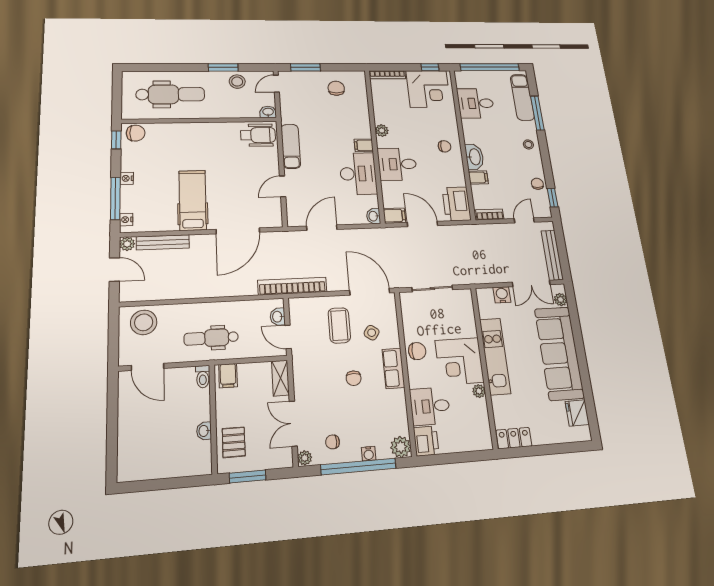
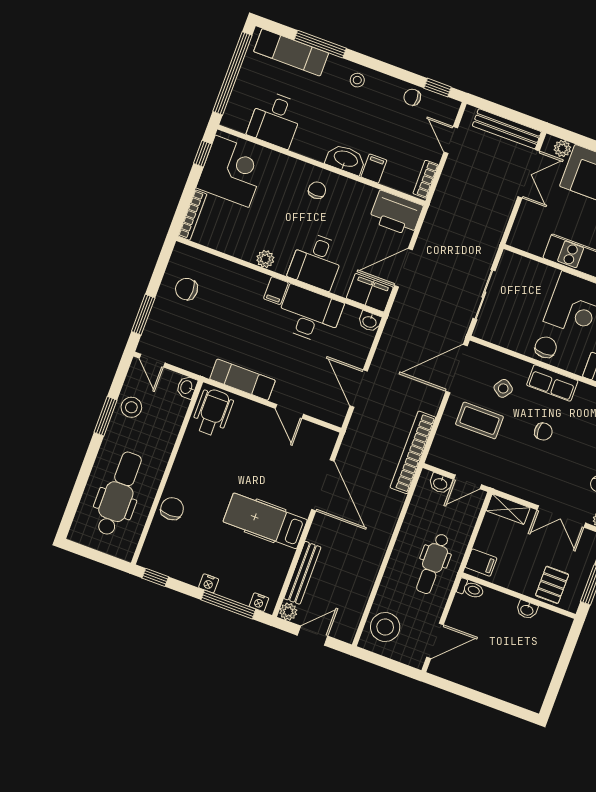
chair: (136, 133) -> (172, 509), moved
filing cabinet: (394, 216) -> (370, 293), width x2.00
water cooler: (502, 295) -> (526, 216), removed
pallet: (234, 442) -> (552, 585), turned 90

